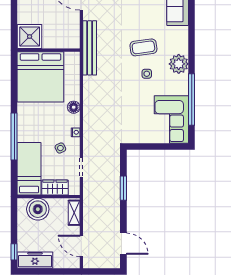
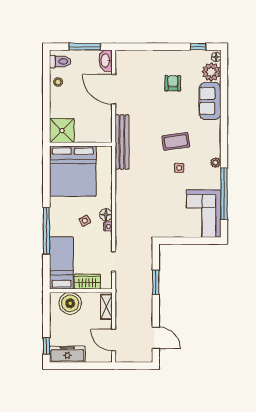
plant: (179, 64) -> (216, 163), width x0.53, depth x0.53
floor lamp: (74, 107) -> (106, 215), moved
side table: (60, 148) -> (85, 221), moved

